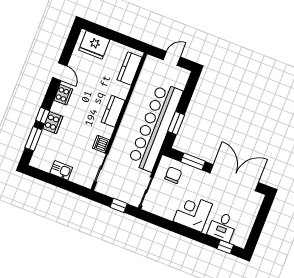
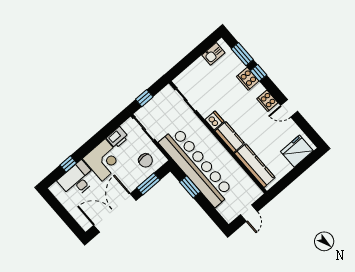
kitchen counter: (130, 68) -> (255, 166), width x1.50
dishwasher: (101, 144) -> (214, 120), moved
kitchen sink: (61, 170) -> (213, 54), moved
double door: (234, 178) -> (115, 213), swing flipped
printer: (166, 211) -> (117, 138), added
desk: (222, 227) -> (77, 180), width x1.37
window: (225, 247) -> (68, 164), moved

